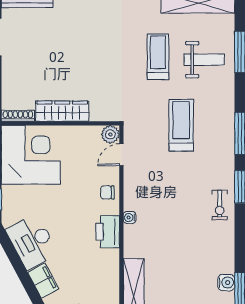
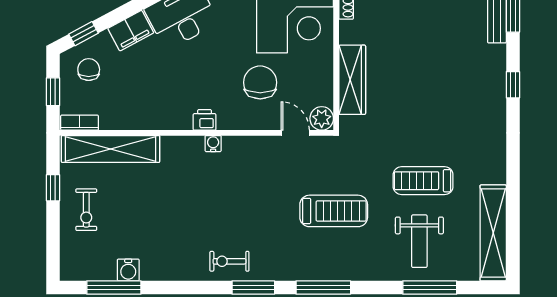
treadmill: (158, 57) -> (423, 181), turned 180
wardrobe: (62, 111) -> (352, 80), moved
chair: (107, 192) -> (260, 82), moved, width x1.87, depth x1.87
printer: (108, 232) -> (205, 120), width x0.53, depth x0.68

